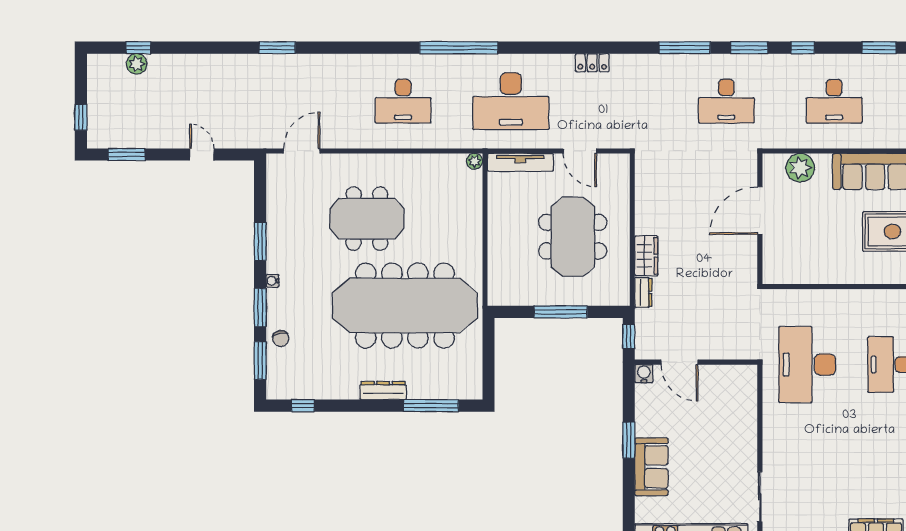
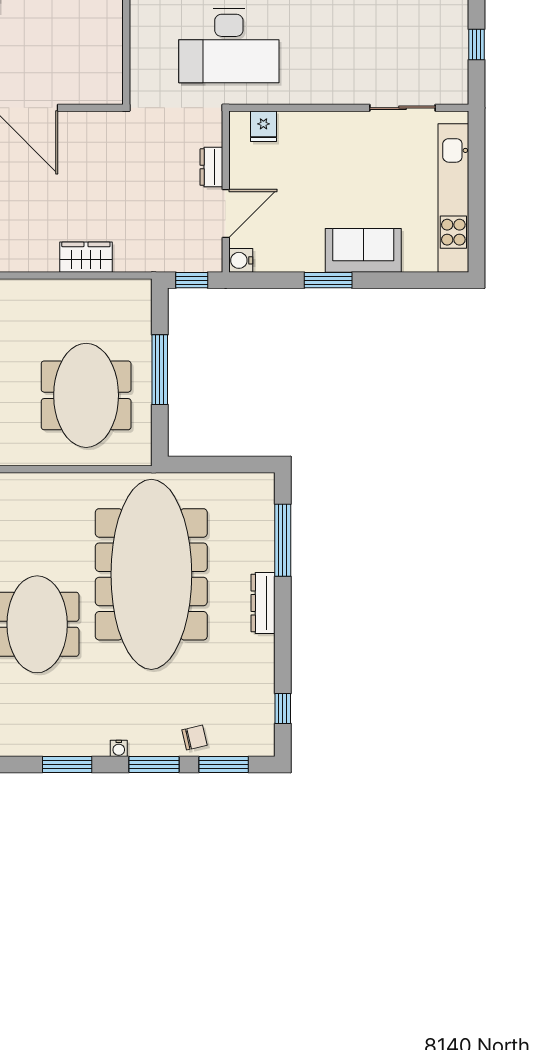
meeting table: (573, 237) -> (86, 395), moved, turned 90
dresser: (643, 292) -> (211, 167), moved, turned -90
fridge: (746, 391) -> (263, 126), added

